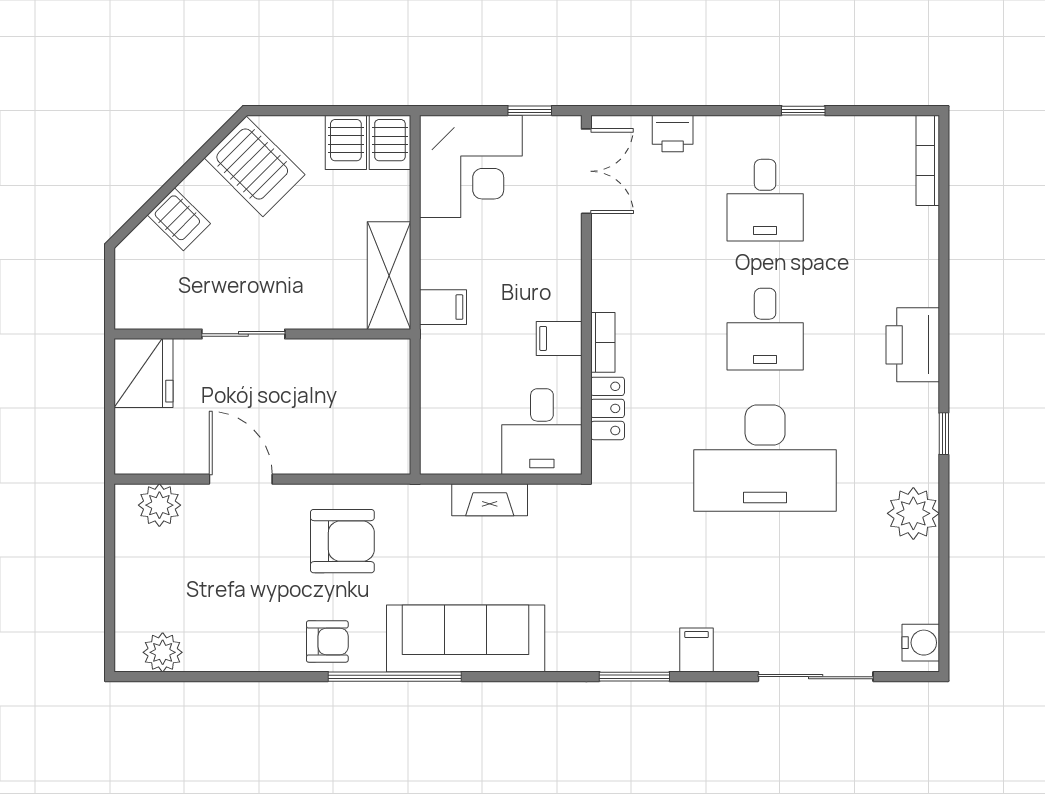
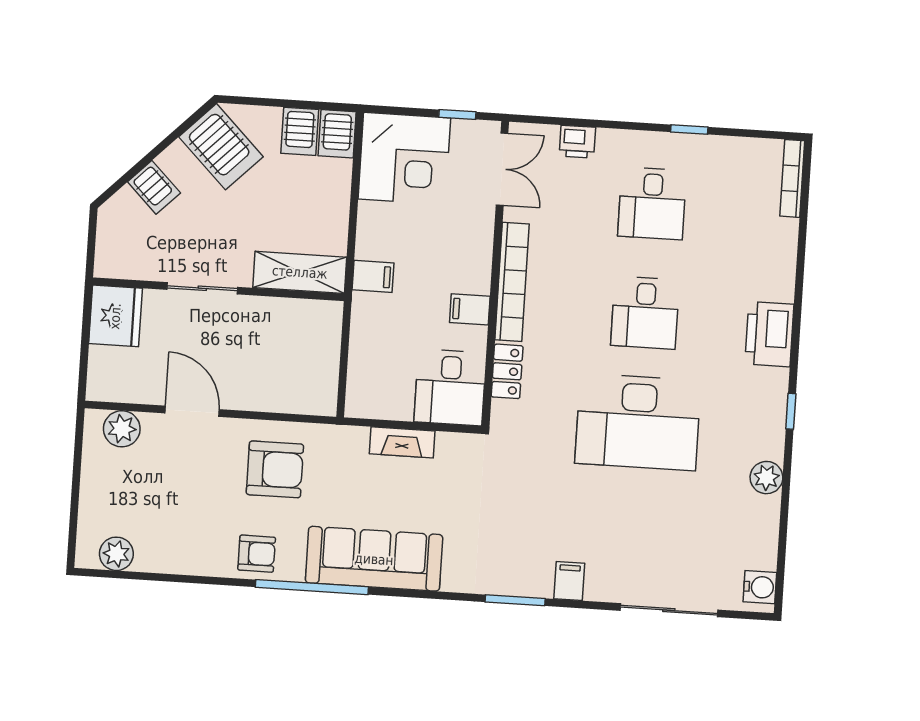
shelving: (389, 276) -> (300, 272), moved, turned 90
bookcase: (603, 342) -> (512, 282), width x2.31, depth x1.31
plant: (913, 513) -> (766, 478), width x0.73, depth x0.73

